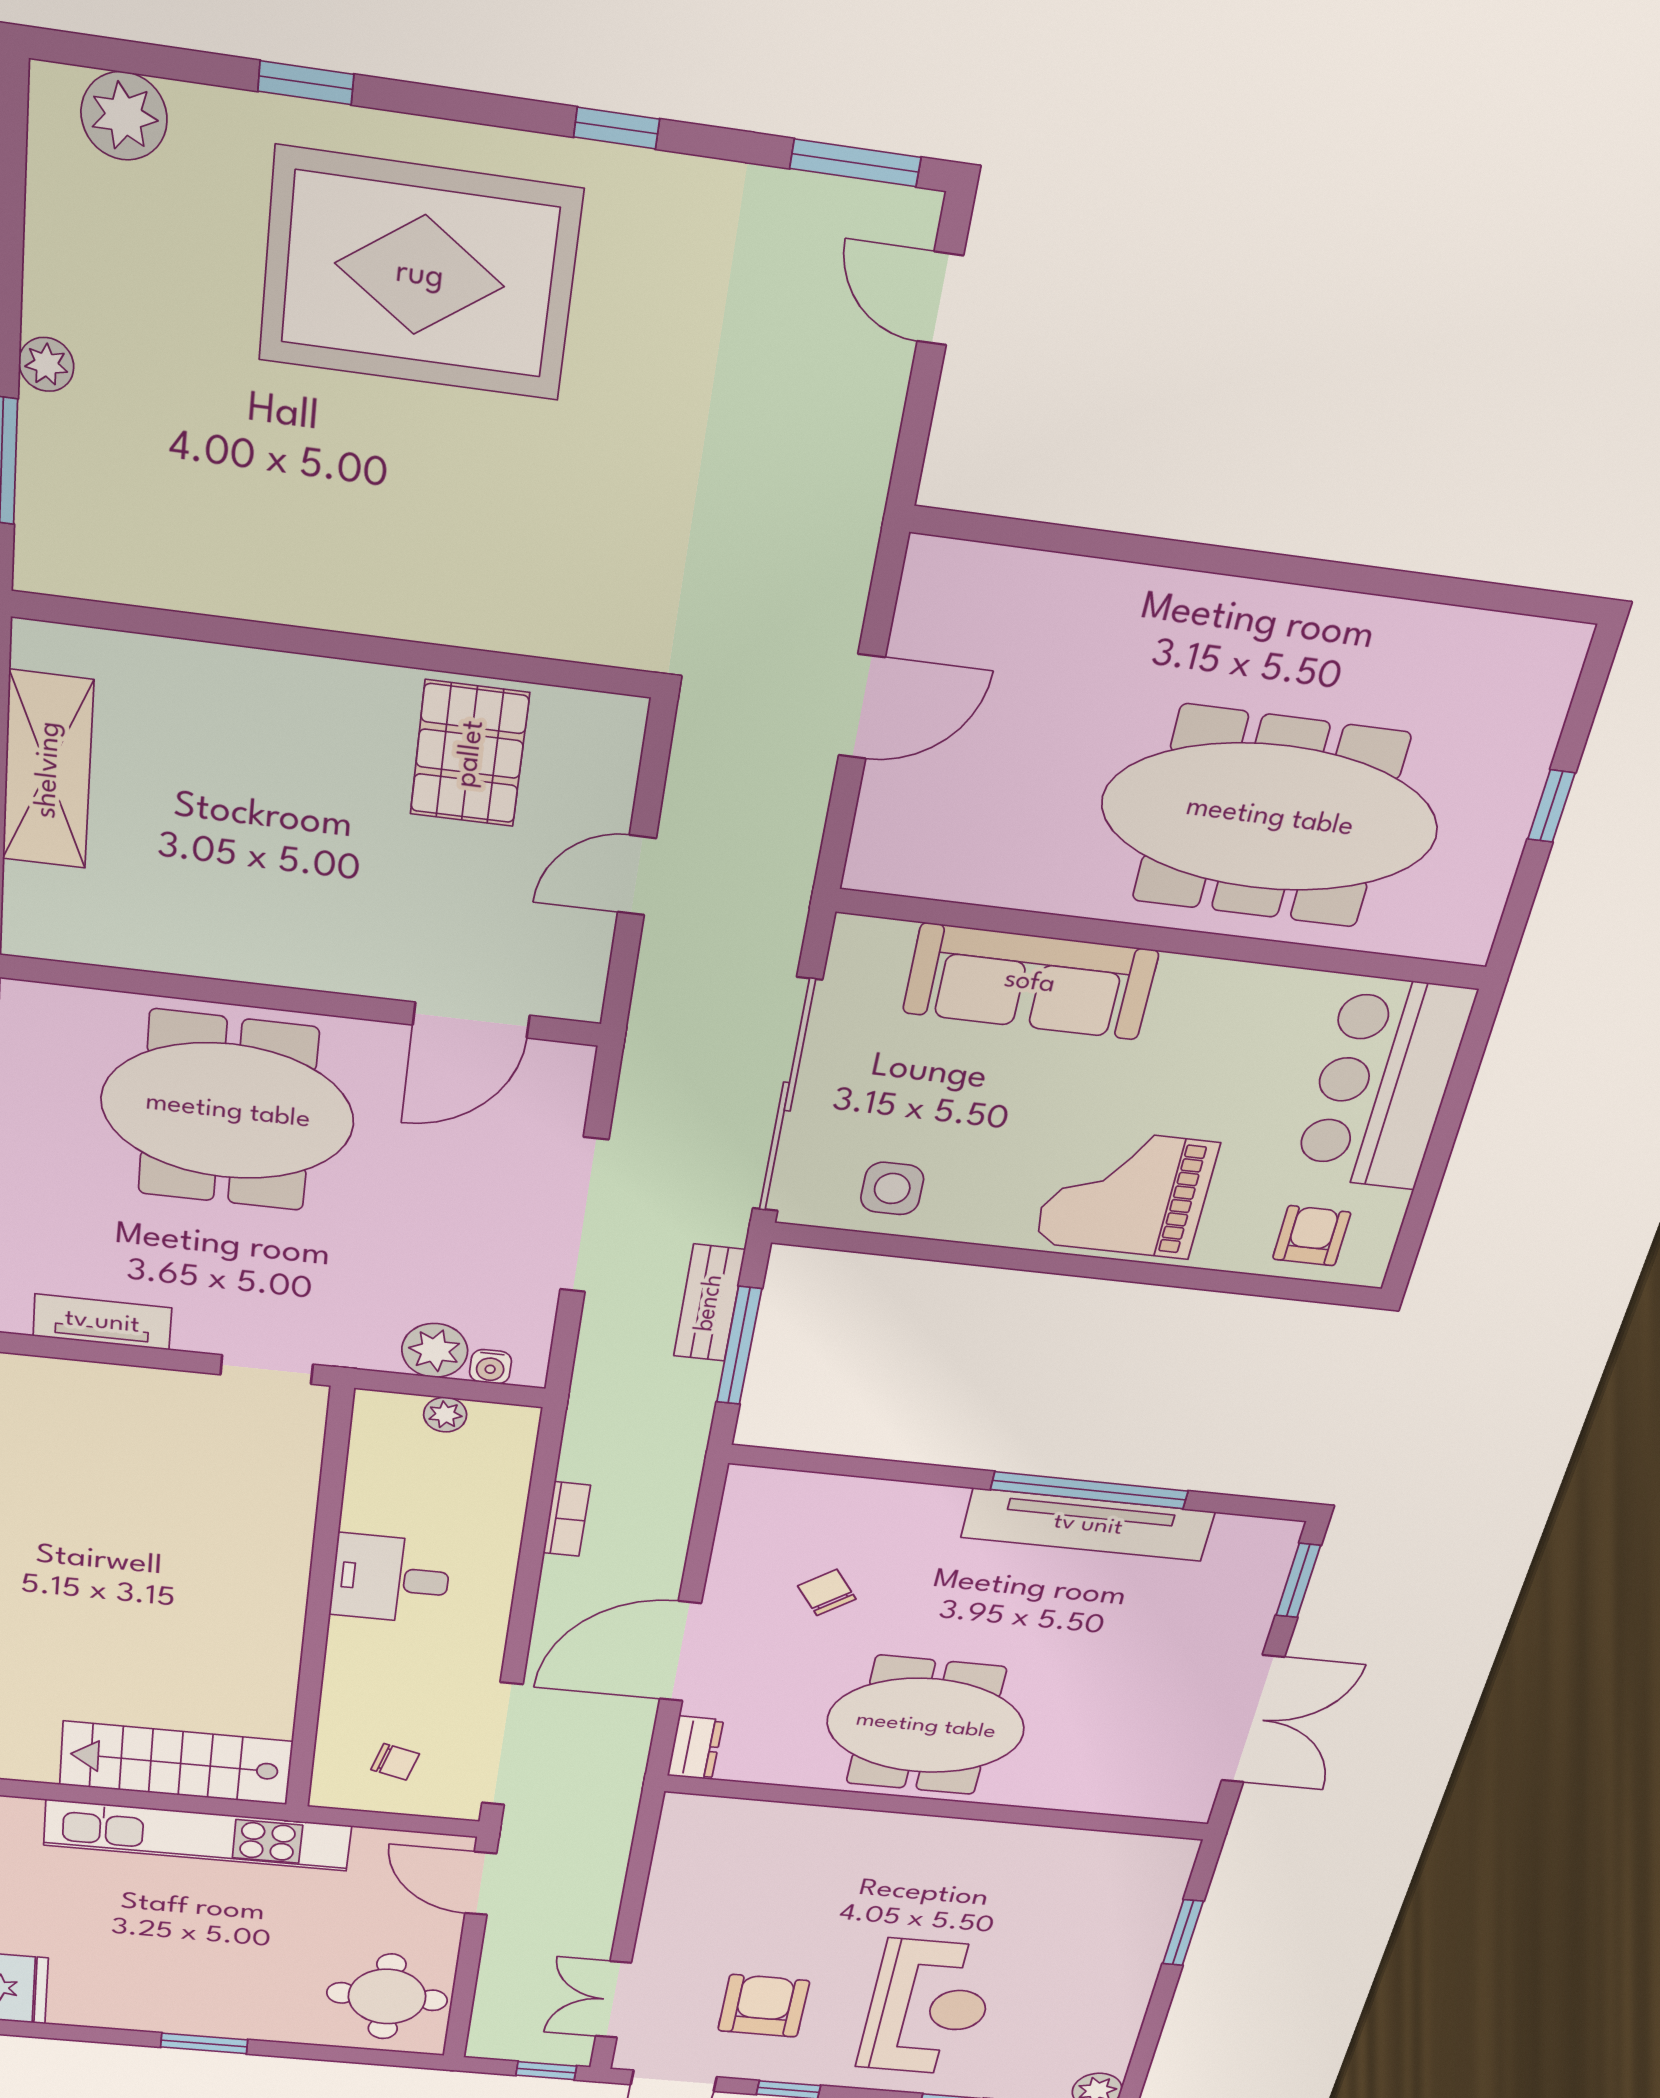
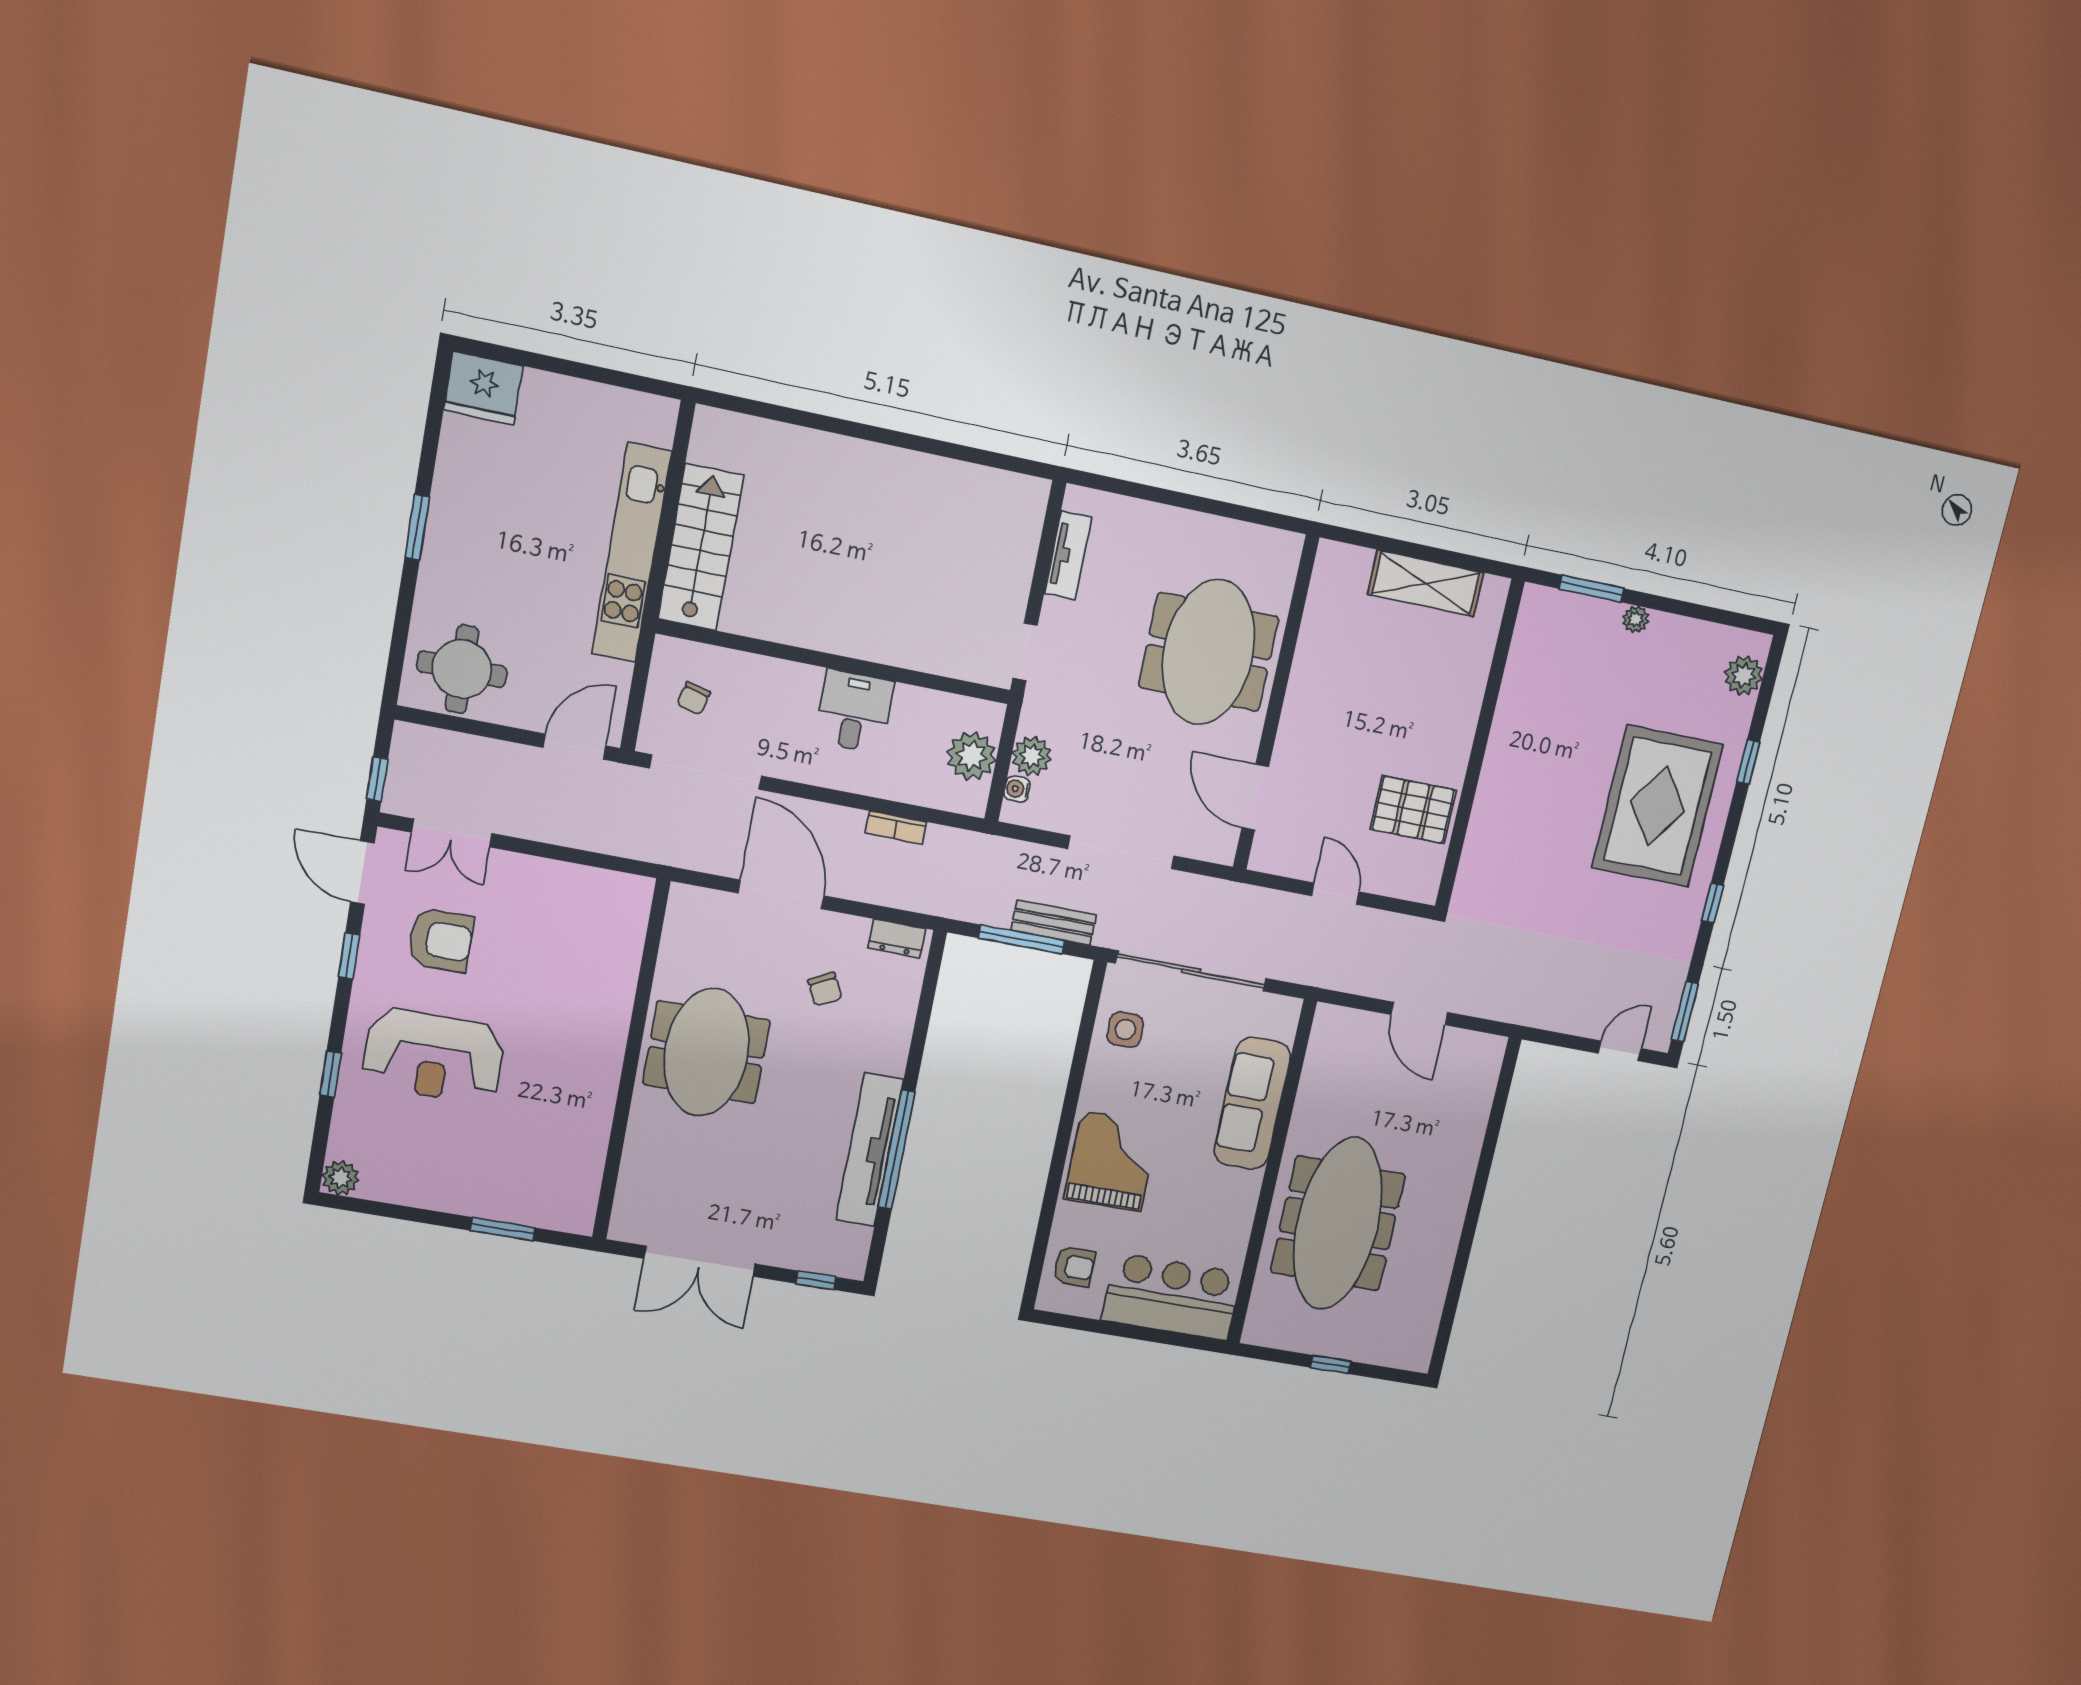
plant: (445, 1415) -> (972, 756), width x1.88, depth x1.88
window: (1298, 1580) -> (816, 1280), width x0.67
chair: (827, 1592) -> (825, 989), turned 99
dresser: (695, 1748) -> (897, 938), moved
double door: (613, 2000) -> (452, 833), swing flipped

